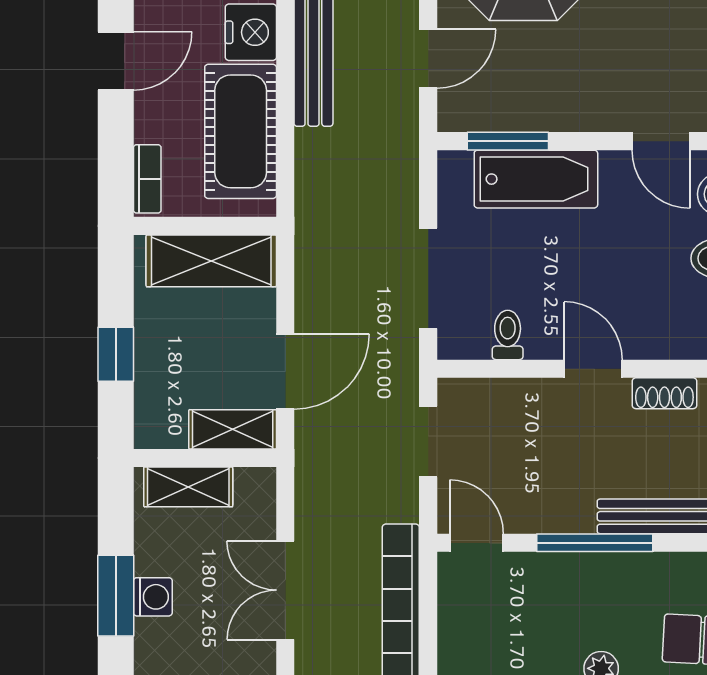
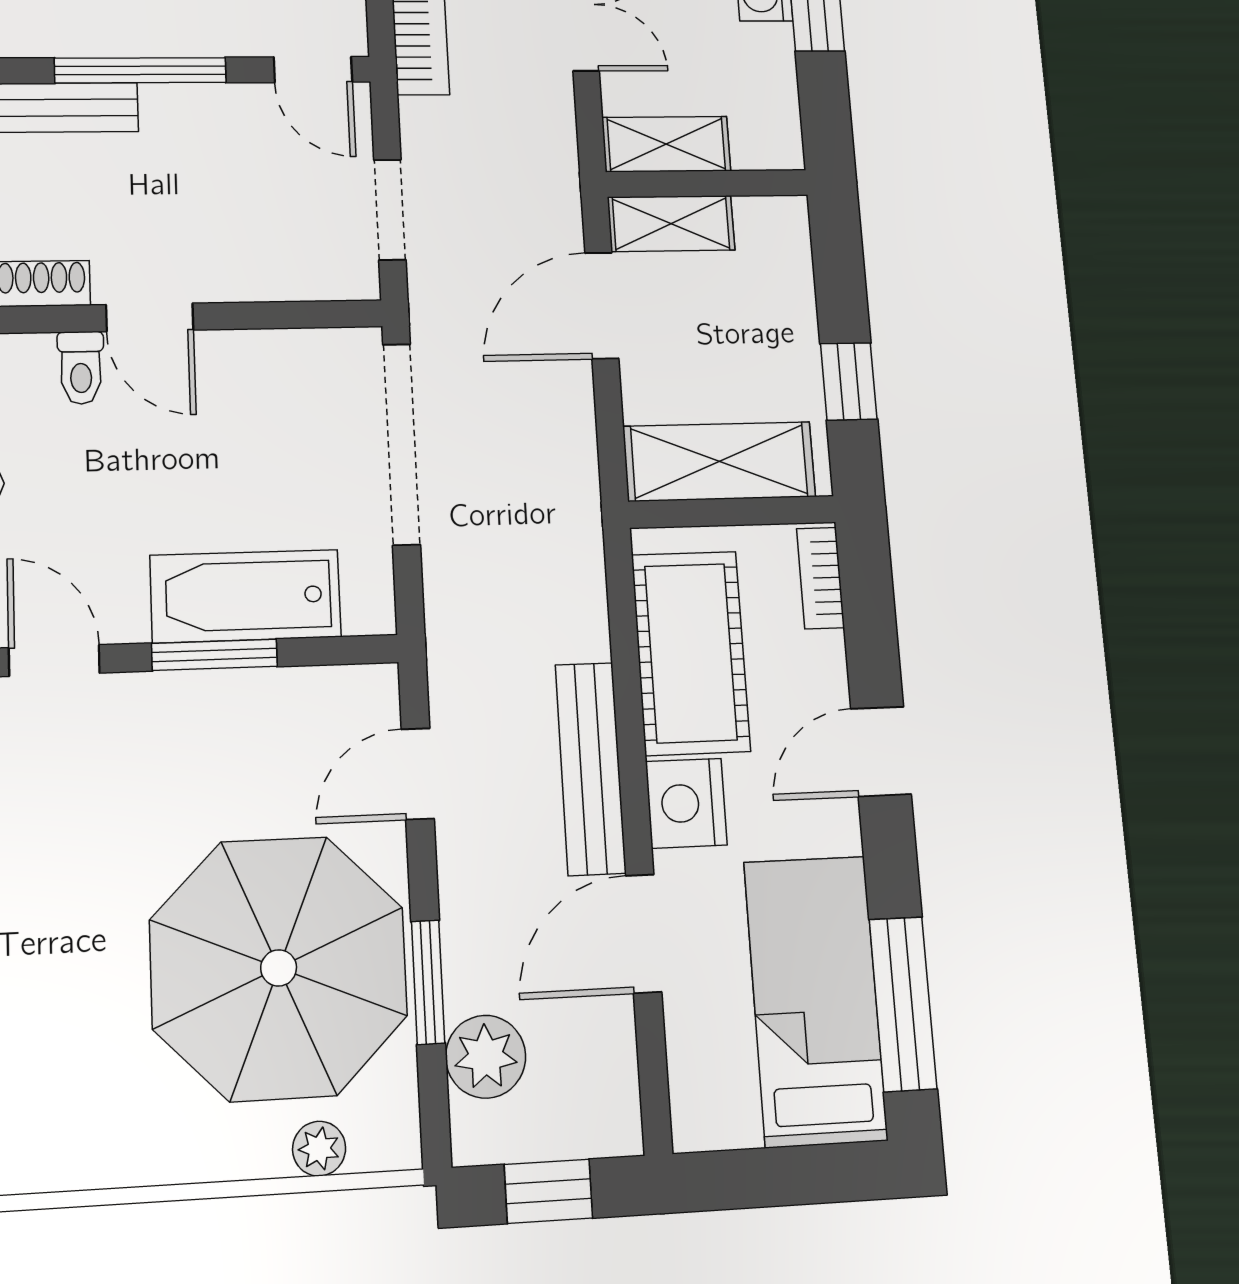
window: (508, 141) -> (214, 655), moved
doorway: (428, 278) -> (401, 444), width x1.36
toilet: (508, 335) -> (81, 368), moved
window: (116, 354) -> (849, 381), moved
shelving: (188, 487) -> (666, 144), moved

